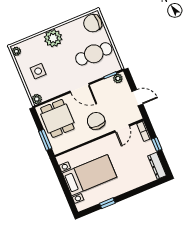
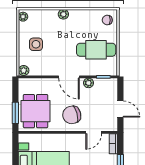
chair: (93, 23) -> (107, 20), width x0.54, depth x0.54
plant: (53, 38) -> (63, 14), width x0.53, depth x0.53
plant: (118, 78) -> (88, 83), moved
dining table: (57, 118) -> (36, 111), moved
chair: (96, 121) -> (72, 115), turned -105

